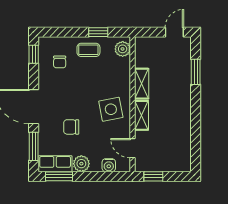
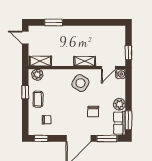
shelving: (142, 84) -> (40, 61), moved
side table: (111, 109) -> (80, 83), turned 45
water cooler: (109, 165) -> (120, 74), moved

